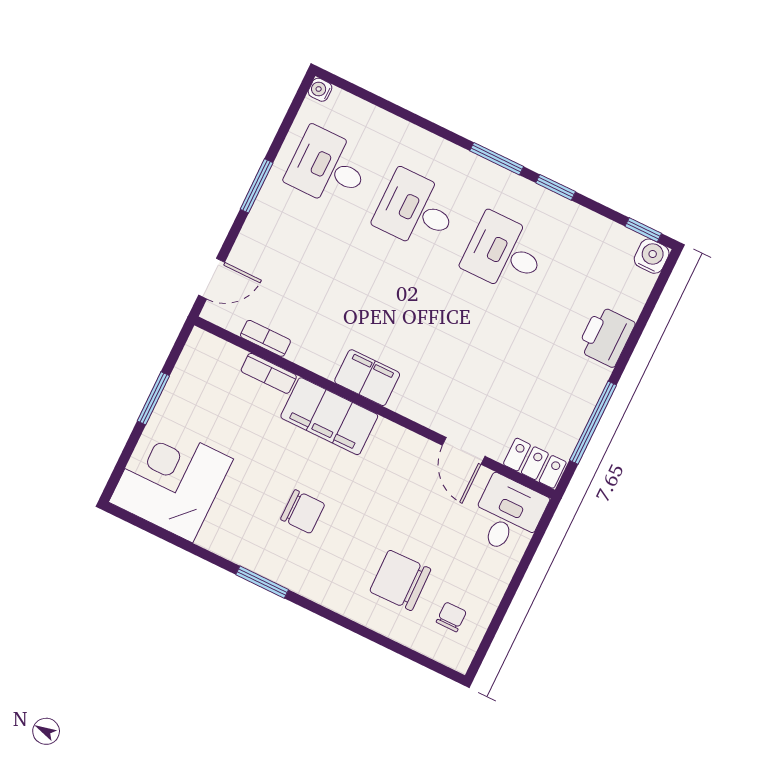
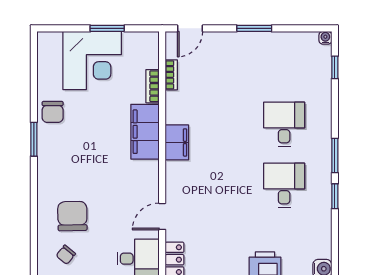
desk: (328, 167) -> (284, 63), removed
window: (643, 230) -> (335, 67), moved
door: (212, 279) -> (190, 28), hinge flipped
corner desk: (171, 480) -> (92, 61), moved, turned 90
chair: (303, 512) -> (53, 112), moved
chair: (451, 617) -> (66, 255), turned 129

